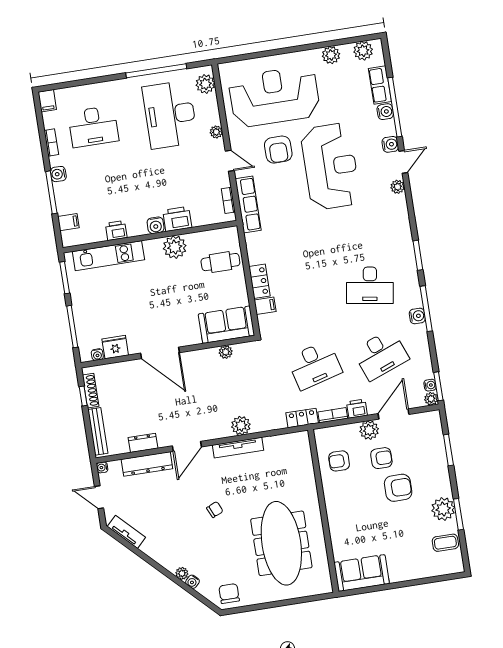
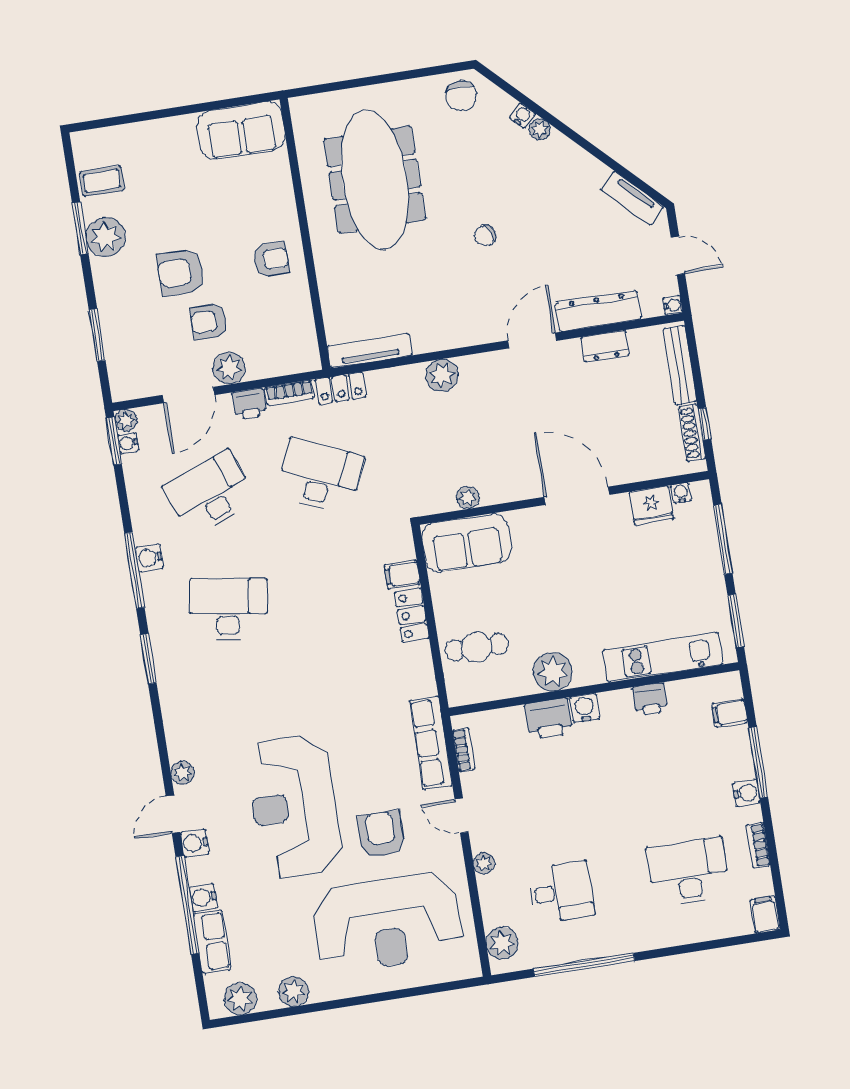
desk: (170, 114) -> (561, 892), width x0.53, depth x0.77
desk: (314, 365) -> (320, 476), turned 39
tv unit: (238, 448) -> (370, 351), moved
armchair: (339, 461) -> (271, 259), moved

